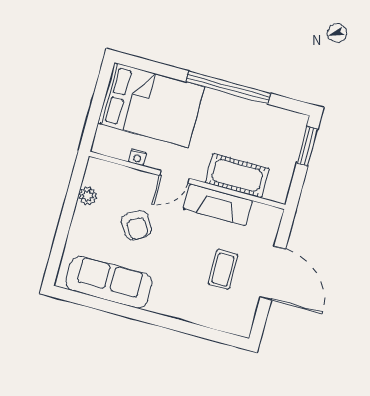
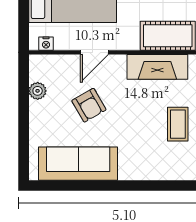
nightstand: (138, 157) -> (46, 44), moved
door: (174, 177) -> (94, 52), moved

